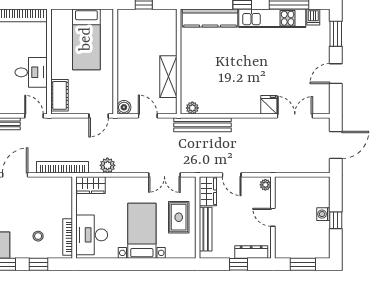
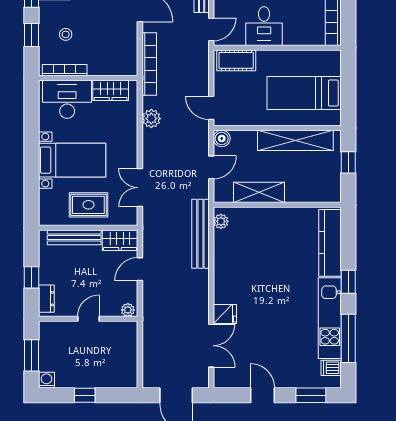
shelving: (126, 46) -> (295, 140), added
wardrobe: (90, 185) -> (111, 90), moved, turned -90
washing machine: (323, 214) -> (47, 380), moved
dresser: (251, 252) -> (46, 299), width x0.70

